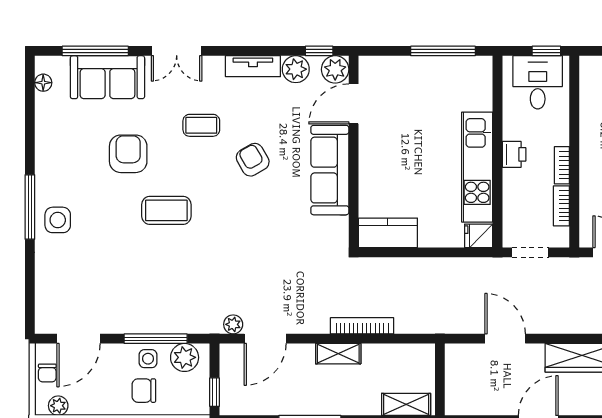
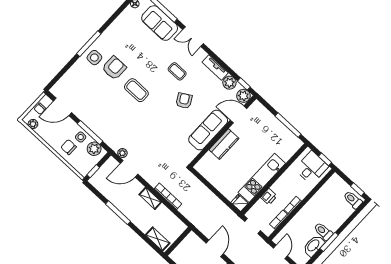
armchair: (128, 154) -> (114, 68), moved
printer: (514, 154) -> (269, 197), moved
kitchen counter: (388, 233) -> (224, 144), moved, turned 90

